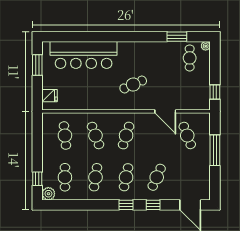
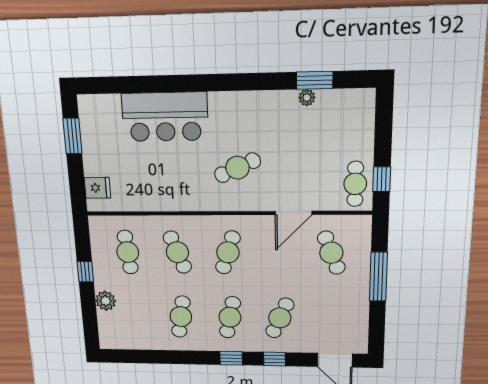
plant: (206, 46) -> (307, 98), moved
bar counter: (84, 55) -> (165, 117), width x0.73
cafe table: (190, 58) -> (355, 184), moved
door: (165, 111) -> (294, 213), hinge flipped
cafe table: (65, 177) -> (133, 316), removed
window: (37, 179) -> (85, 272), moved
plant: (48, 194) -> (106, 301), moved

